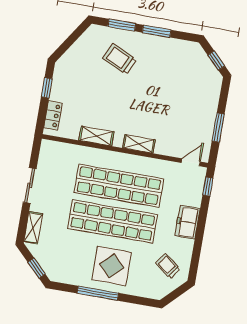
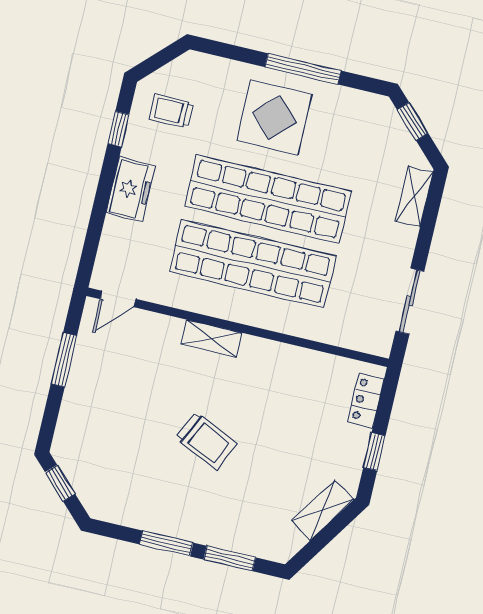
trolley: (119, 59) -> (206, 441), moved
shelving: (96, 136) -> (323, 510), moved, turned -56
sliding door: (30, 185) -> (410, 301), moved
window: (208, 187) -> (118, 129), moved
trolley: (168, 266) -> (171, 111), turned 143

